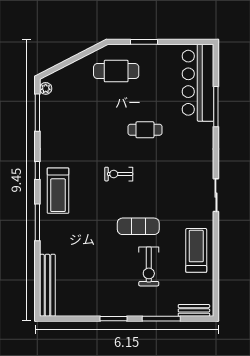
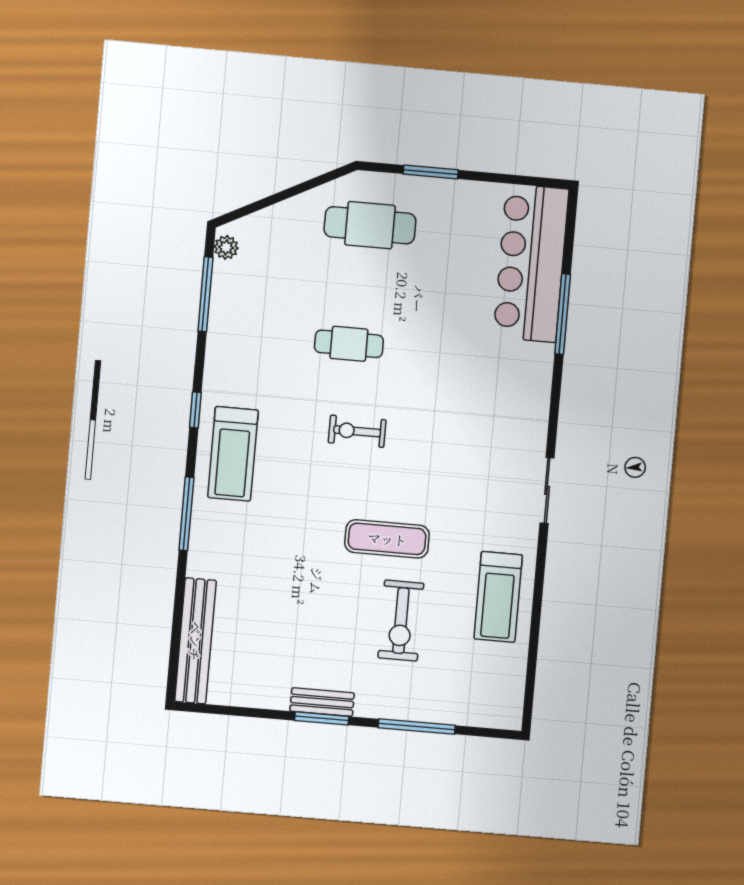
cafe table: (145, 130) -> (349, 344), moved
treadmill: (196, 250) -> (498, 597), turned 180
bench: (194, 310) -> (322, 702), moved

